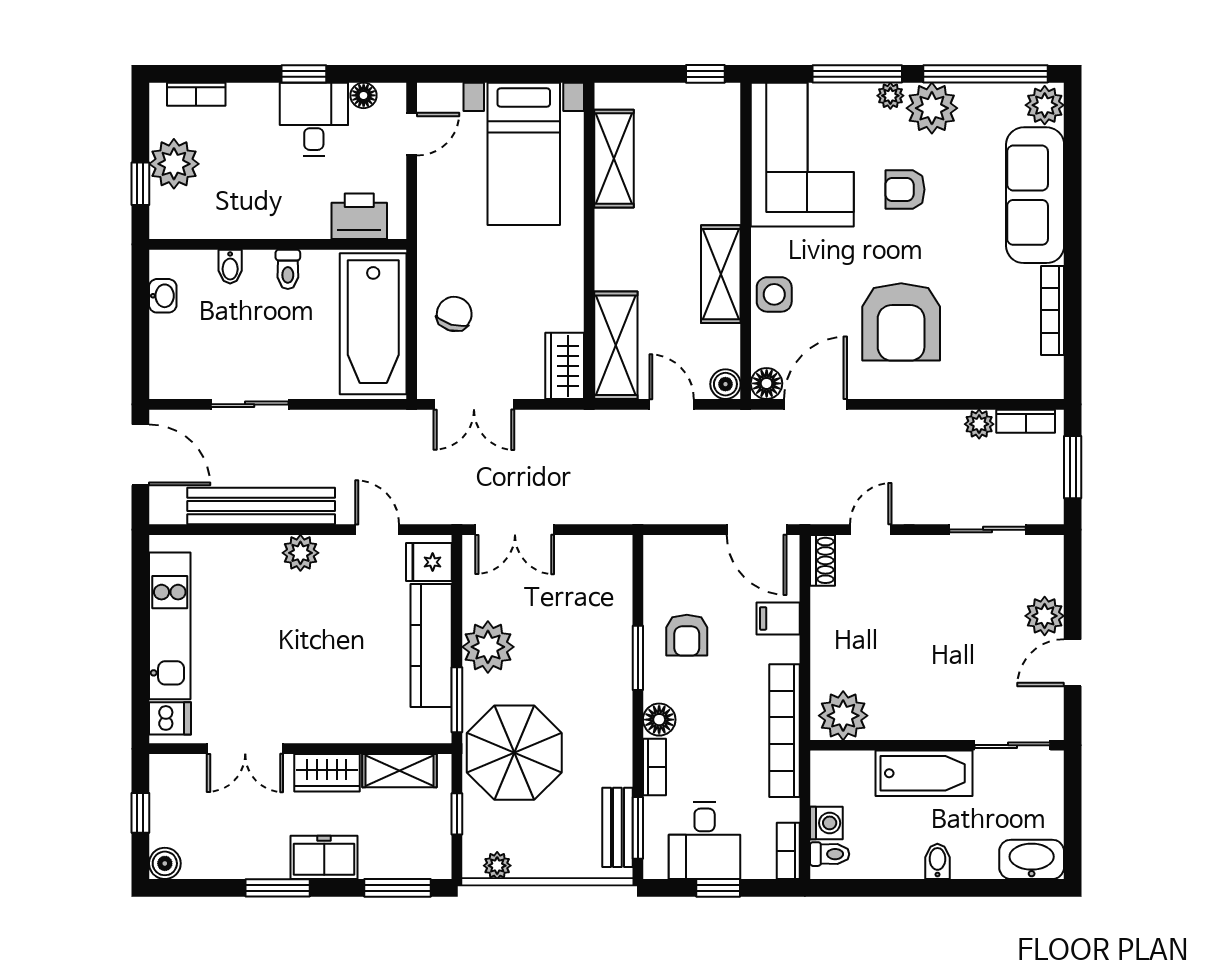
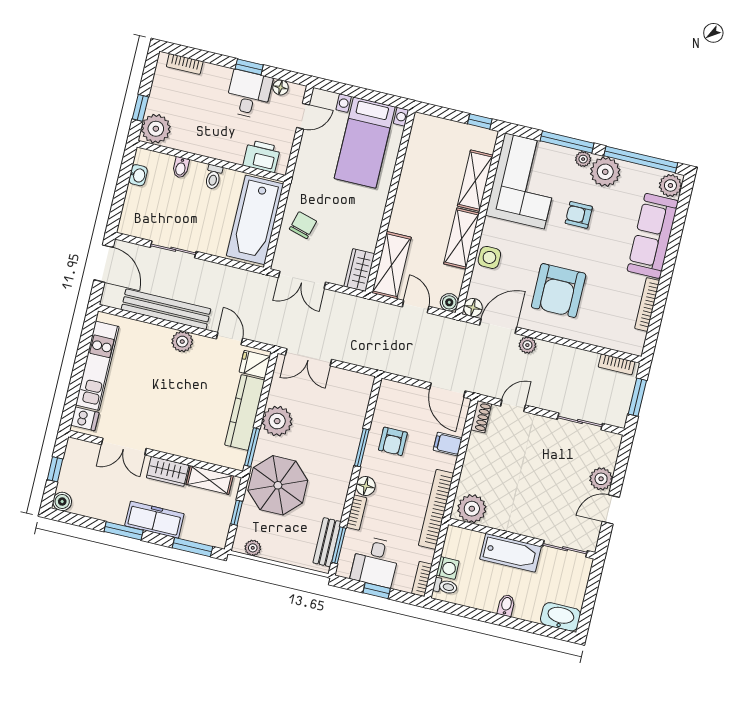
shelving: (614, 159) -> (475, 181), moved
plant: (174, 164) -> (156, 129), moved
plant: (979, 424) -> (527, 345), moved
freezer: (324, 857) -> (154, 520), width x1.40

